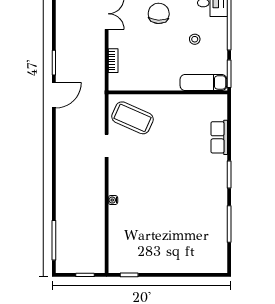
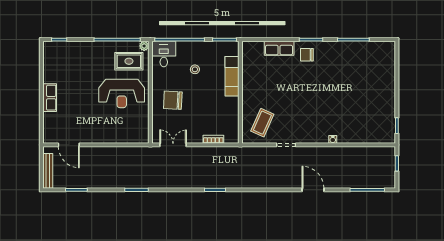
exam couch: (203, 82) -> (232, 76), moved
door: (54, 95) -> (313, 190), moved
coffee table: (132, 118) -> (262, 123), width x0.73, depth x0.76
chair: (212, 170) -> (307, 55), added

